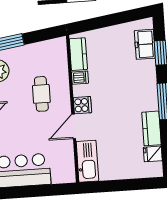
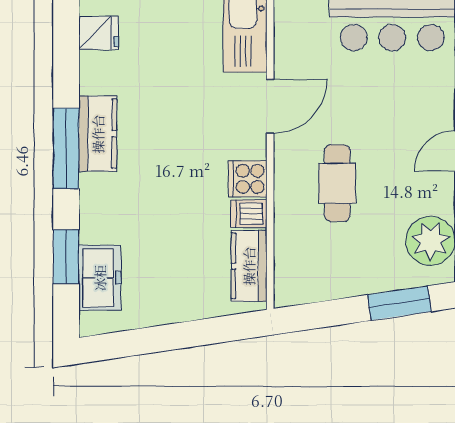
cooker: (82, 105) -> (248, 179), moved
kitchen counter: (152, 128) -> (98, 134), moved

